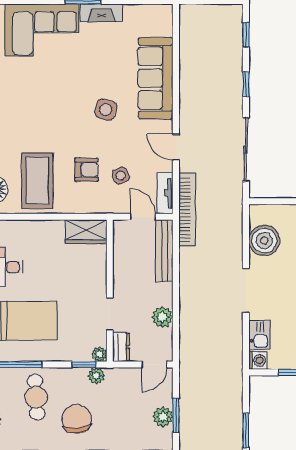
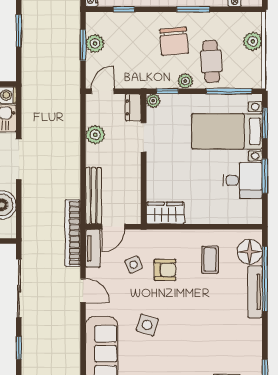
armchair: (86, 170) -> (165, 270), turned 180
coffee table: (37, 181) -> (210, 260), width x0.54, depth x0.58
door: (143, 217) -> (113, 227), hinge flipped
plant: (96, 376) -> (185, 81), moved

